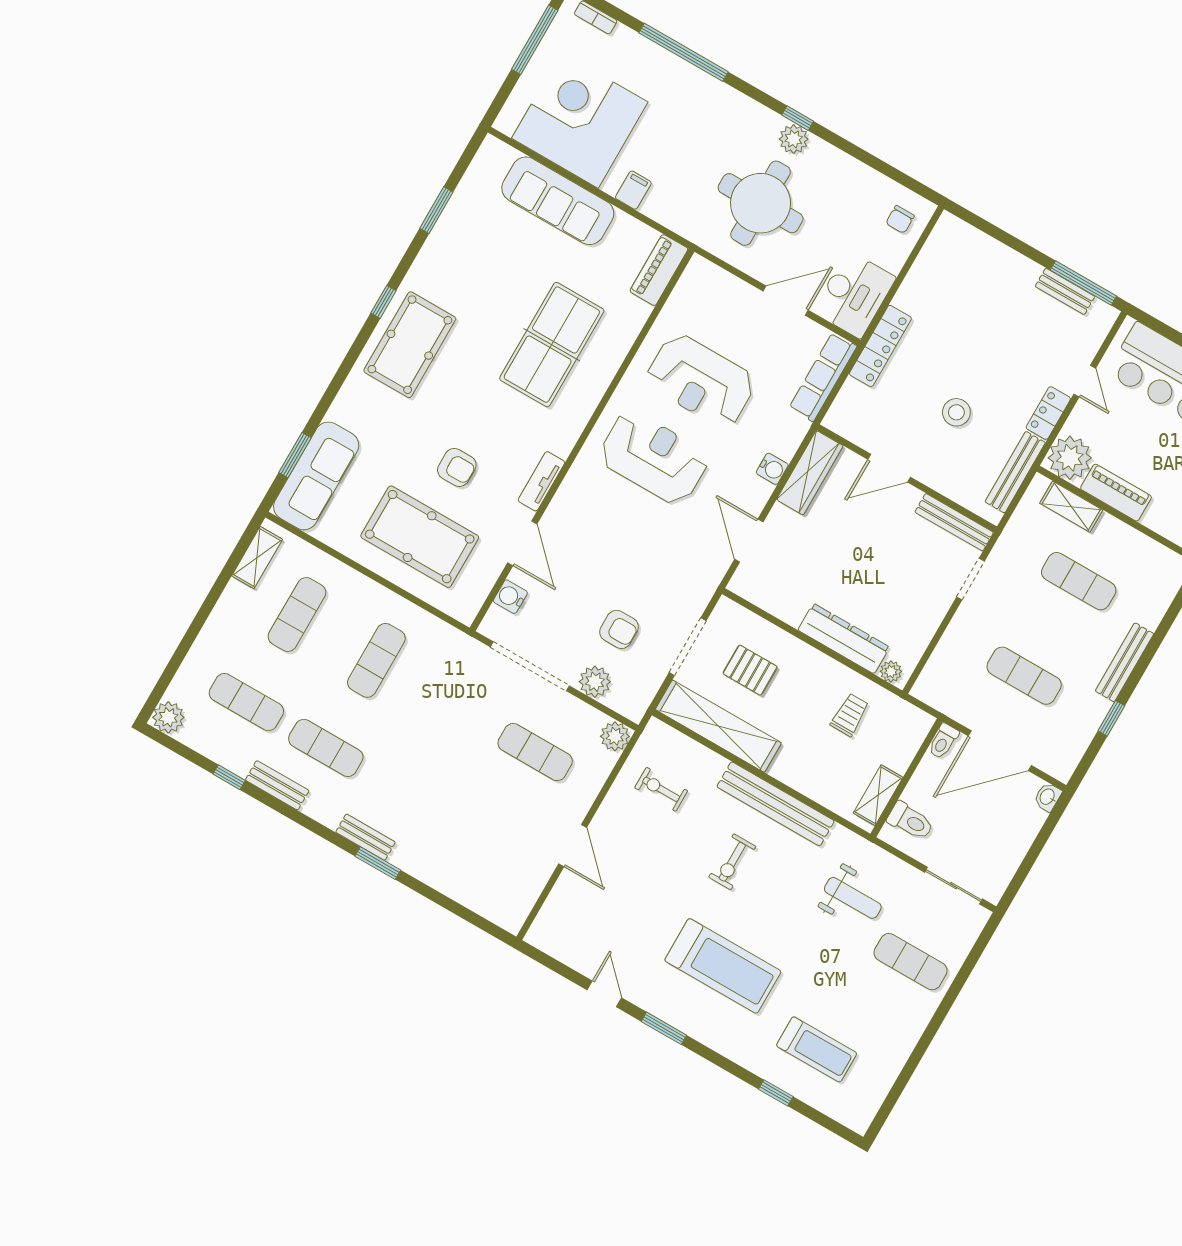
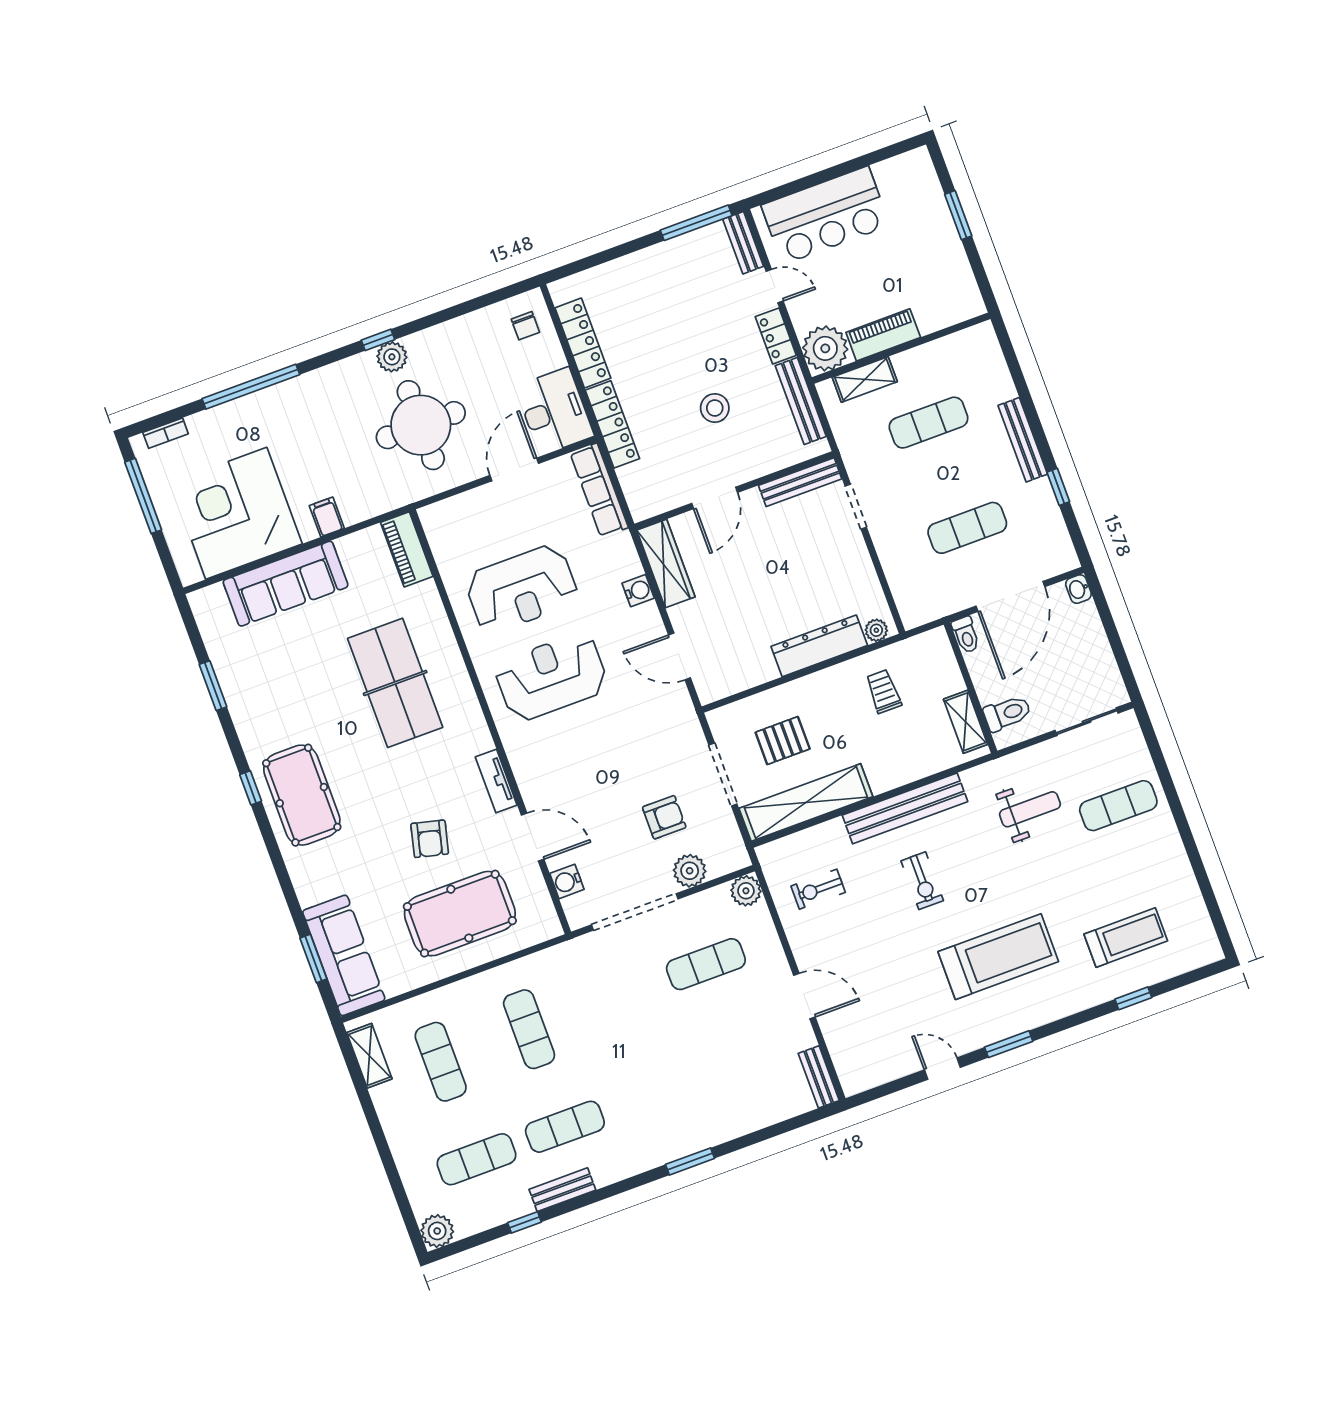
locker: (923, 273) -> (583, 343), added
bench: (1065, 291) -> (743, 243), moved, turned 90
armchair: (457, 467) -> (430, 839), turned 104
bench: (366, 837) -> (819, 1077), moved, turned 90

